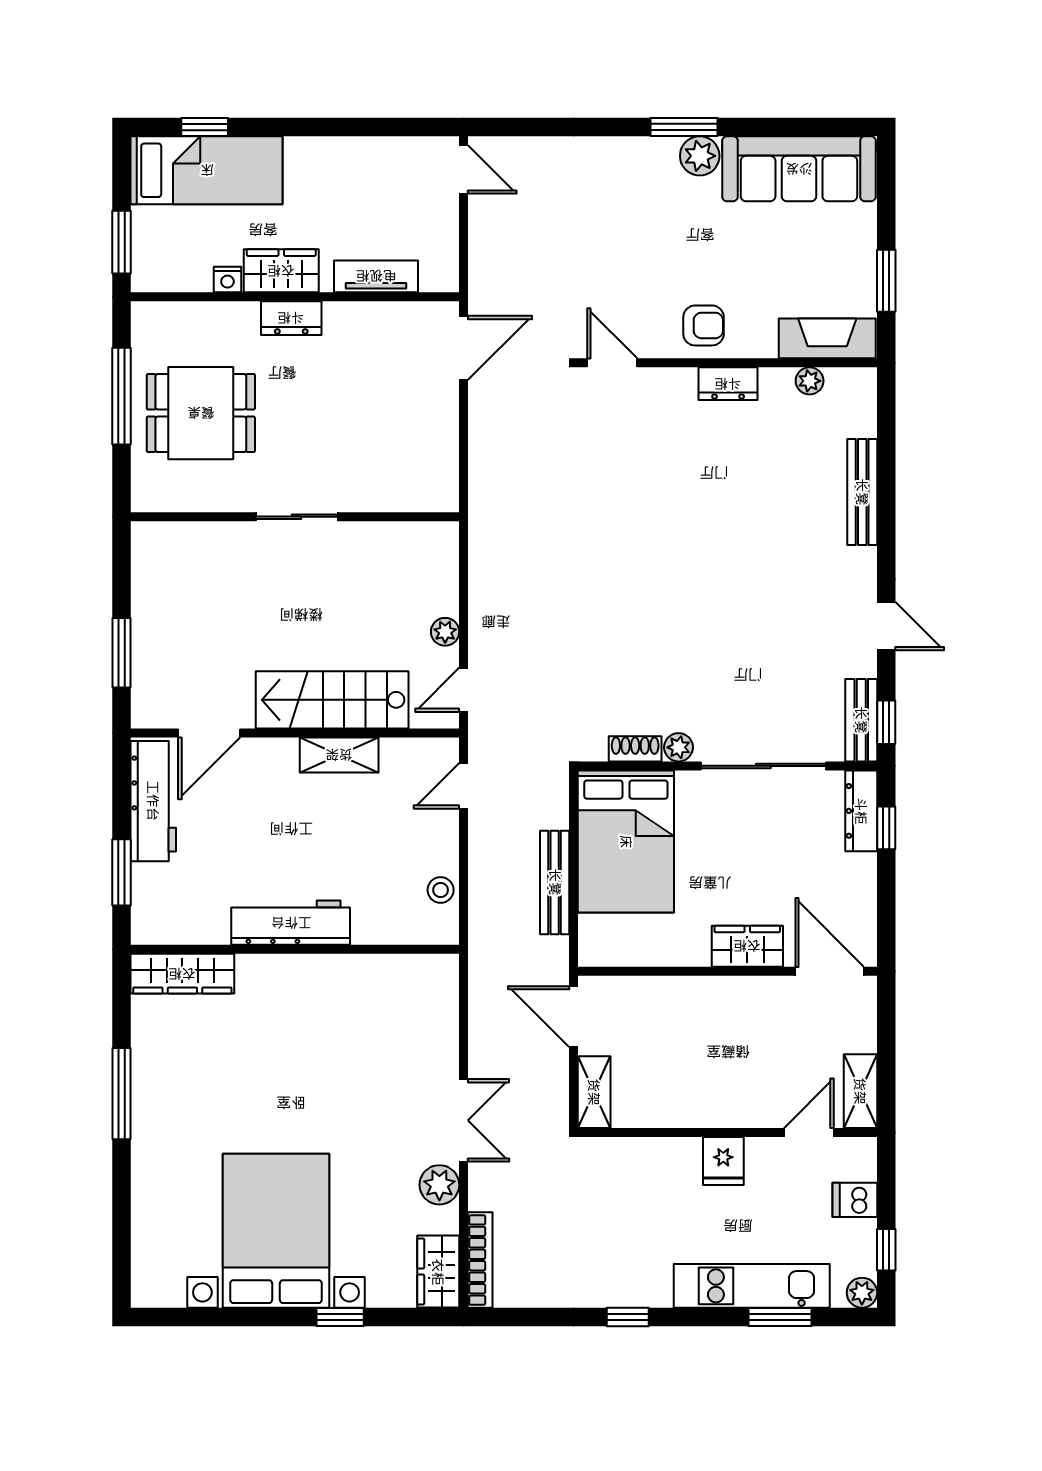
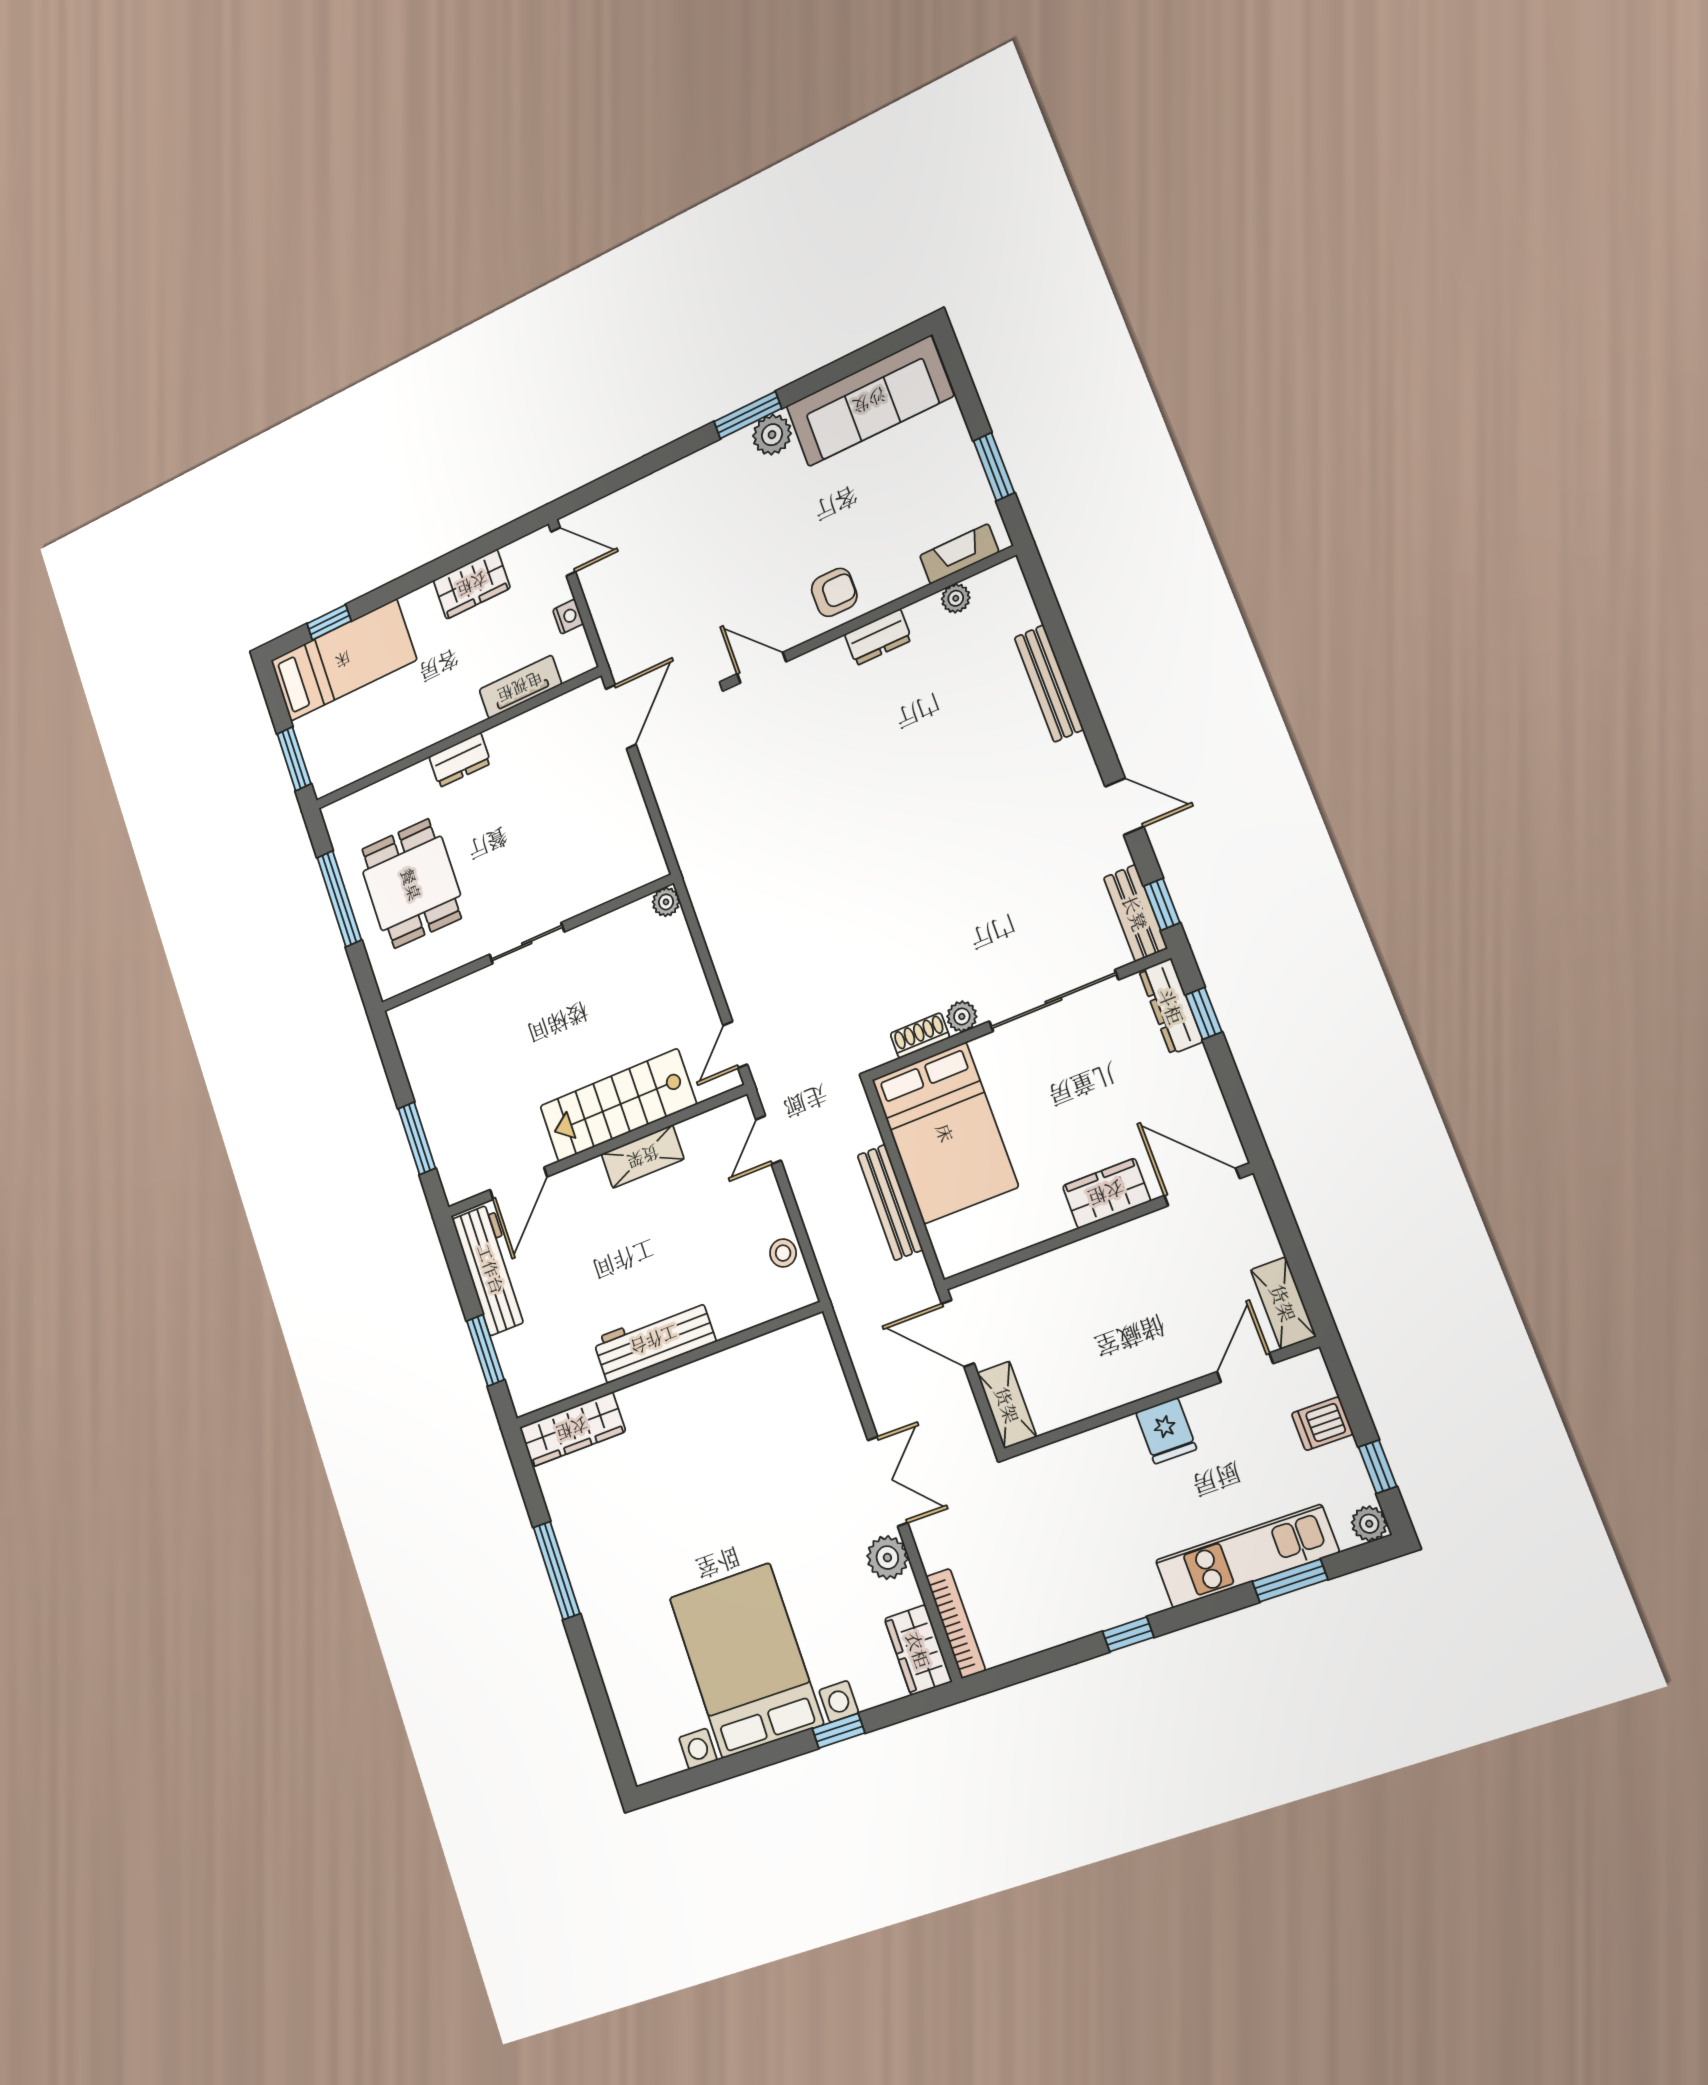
wardrobe: (281, 271) -> (472, 584), moved, turned 180
nightstand: (227, 280) -> (568, 617), moved, turned -90
fireplace: (827, 338) -> (959, 554), width x0.73, depth x0.76
dining table: (201, 413) -> (411, 884), turned 90
plant: (445, 632) -> (666, 902), moved

